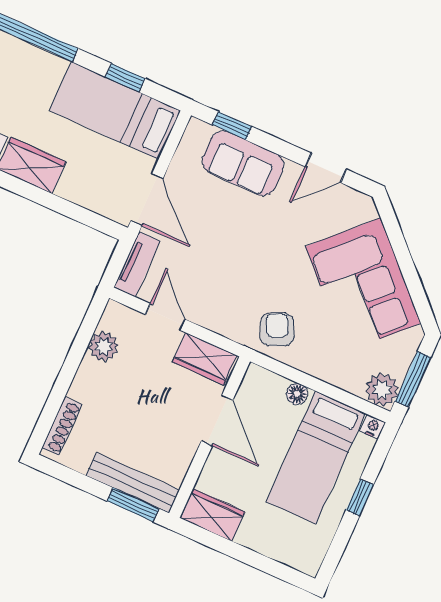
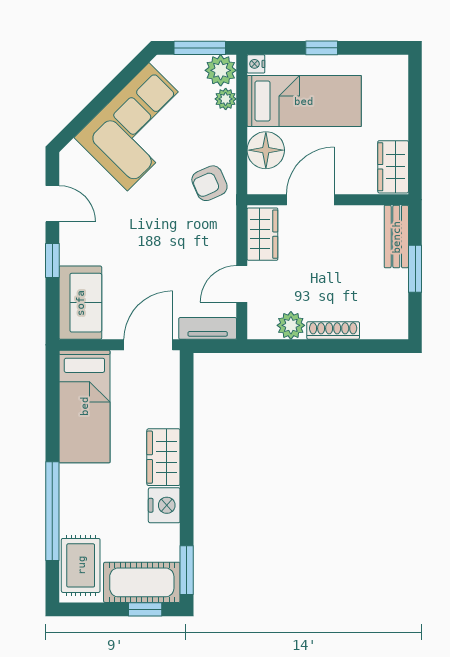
window: (125, 78) -> (52, 410), removed
window: (232, 126) -> (52, 260), moved
sofa: (243, 163) -> (80, 303), moved
plant: (352, 382) -> (226, 99), added
floor lamp: (297, 394) -> (266, 150), width x1.89, depth x1.89
shoe rack: (62, 426) -> (333, 330), moved
bench: (133, 483) -> (396, 237), width x0.73
window: (133, 505) -> (415, 269), moved

